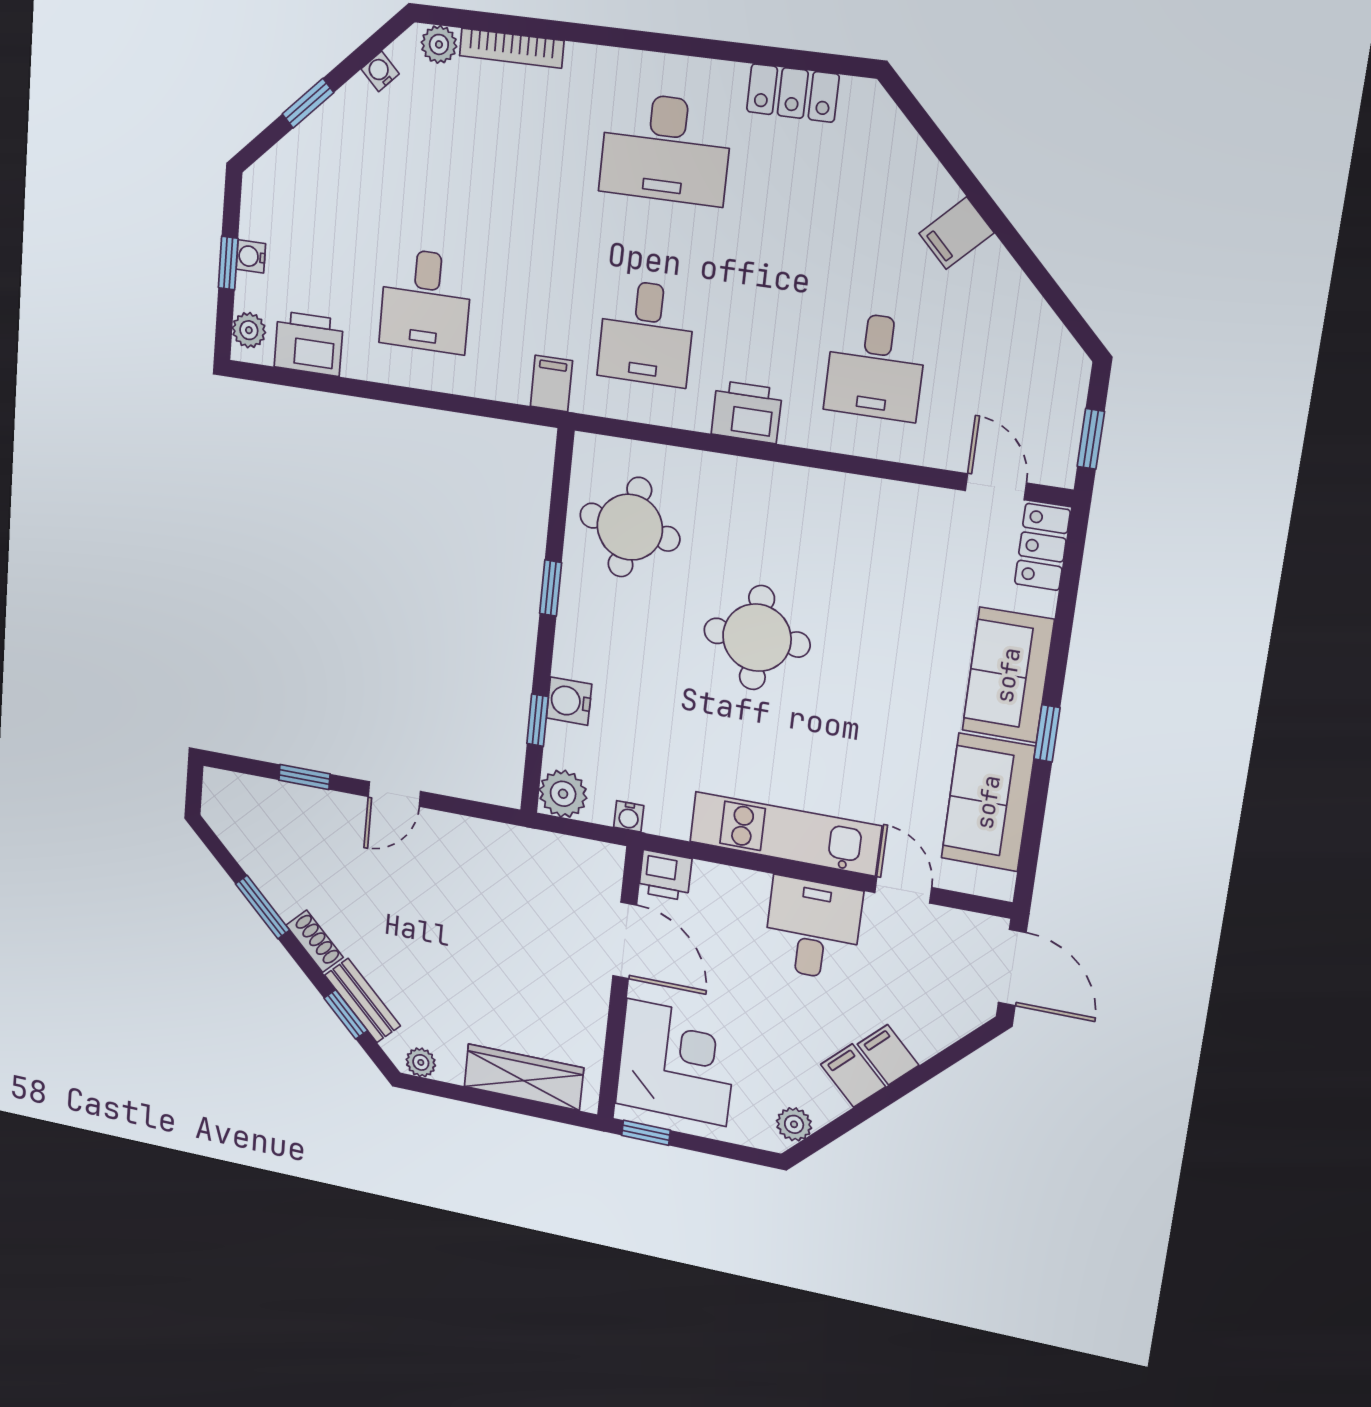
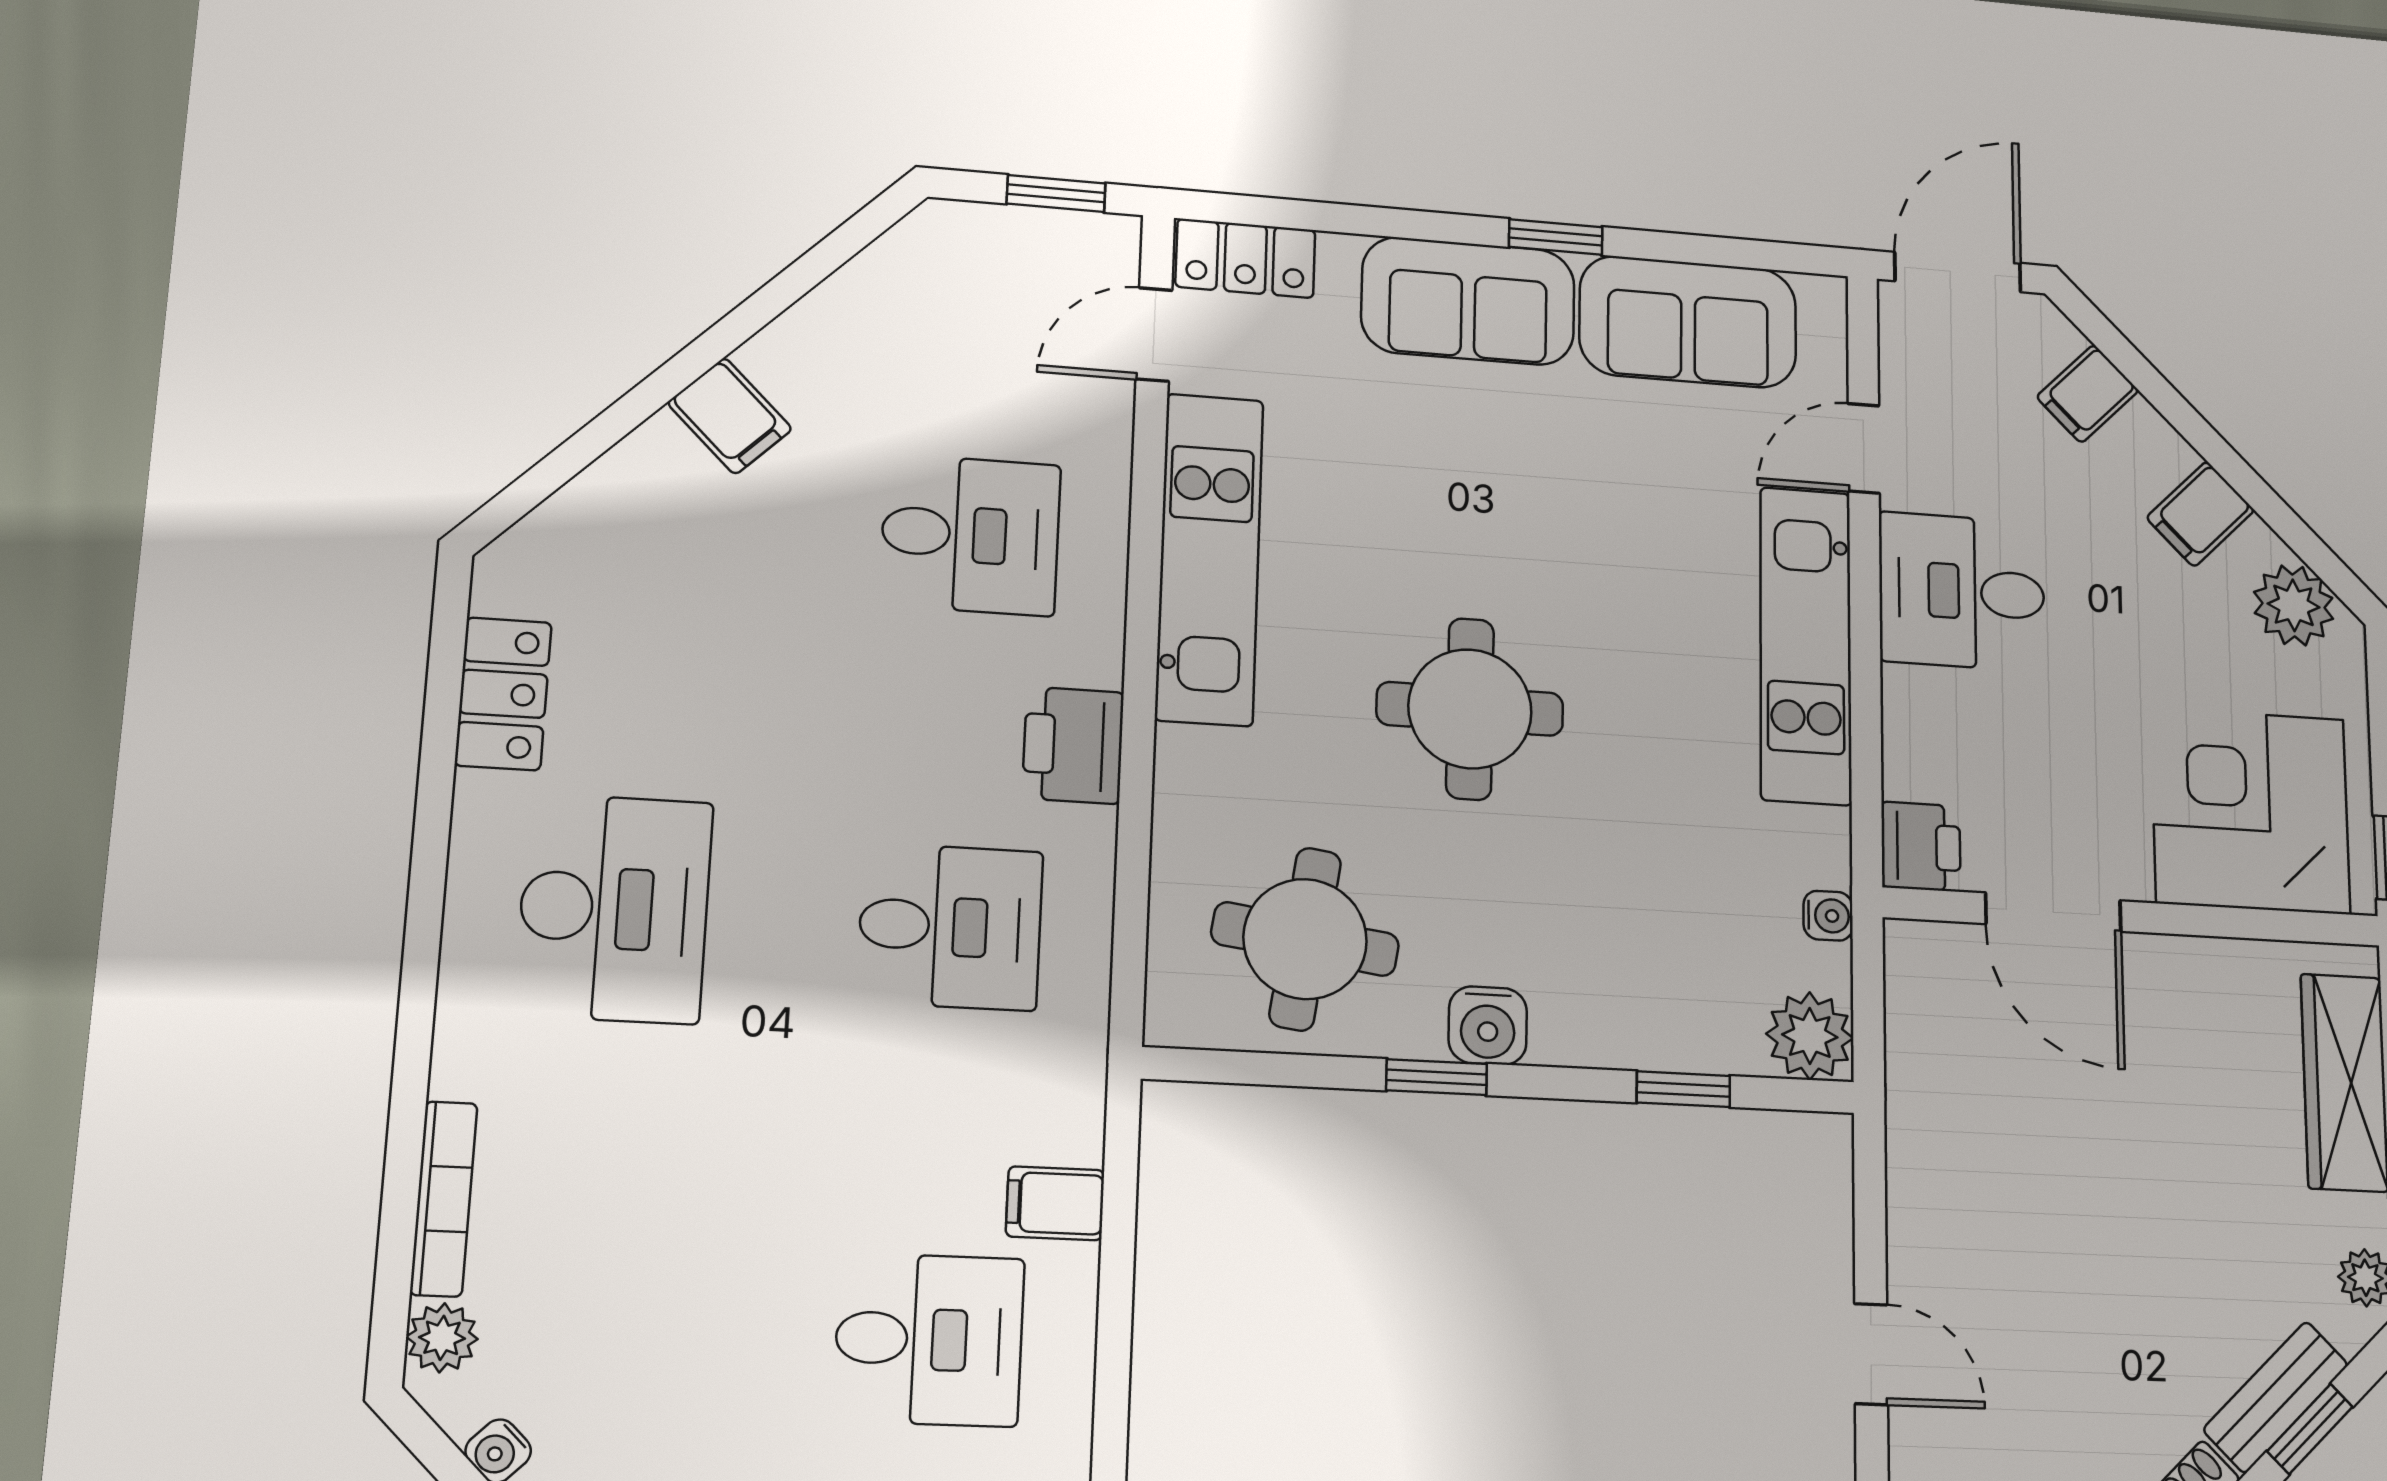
filing cabinet: (551, 383) -> (1055, 1203), moved
kitchen unit: (854, 502) -> (1209, 559), added
water cooler: (569, 701) -> (1488, 1026), moved
door: (625, 940) -> (2053, 912), swing flipped
filing cabinet: (888, 1055) -> (2088, 394), moved
plant: (794, 1124) -> (2294, 605), width x1.38, depth x1.38

